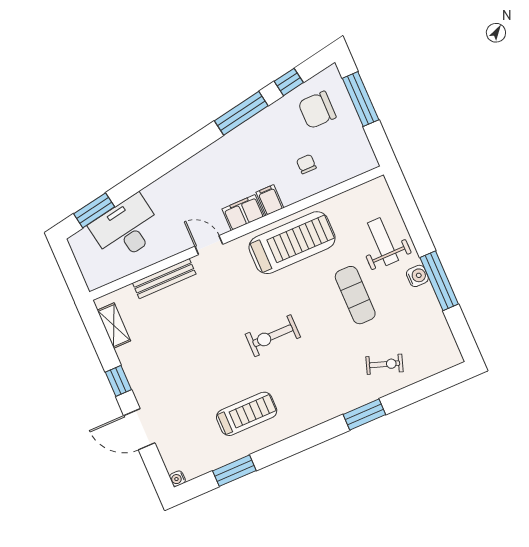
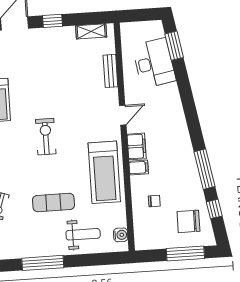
chair: (317, 110) -> (188, 221), turned -90
water cooler: (417, 276) -> (121, 235), moved, turned -90
bench: (164, 279) -> (110, 71), width x0.73

